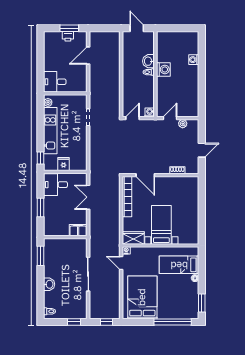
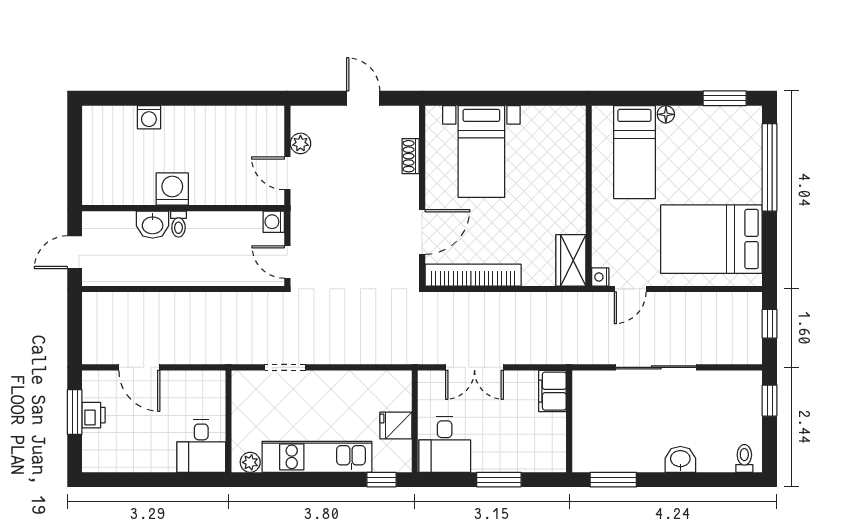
bed with nightstands: (161, 225) -> (481, 152), moved, turned -90

